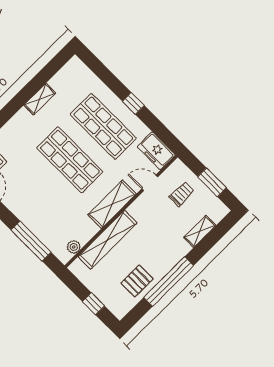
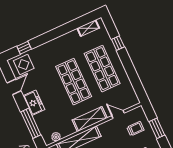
shelving: (40, 99) -> (88, 28), moved
window: (133, 103) -> (118, 43), moved
freezer: (156, 151) -> (34, 103), moved, turned 180

